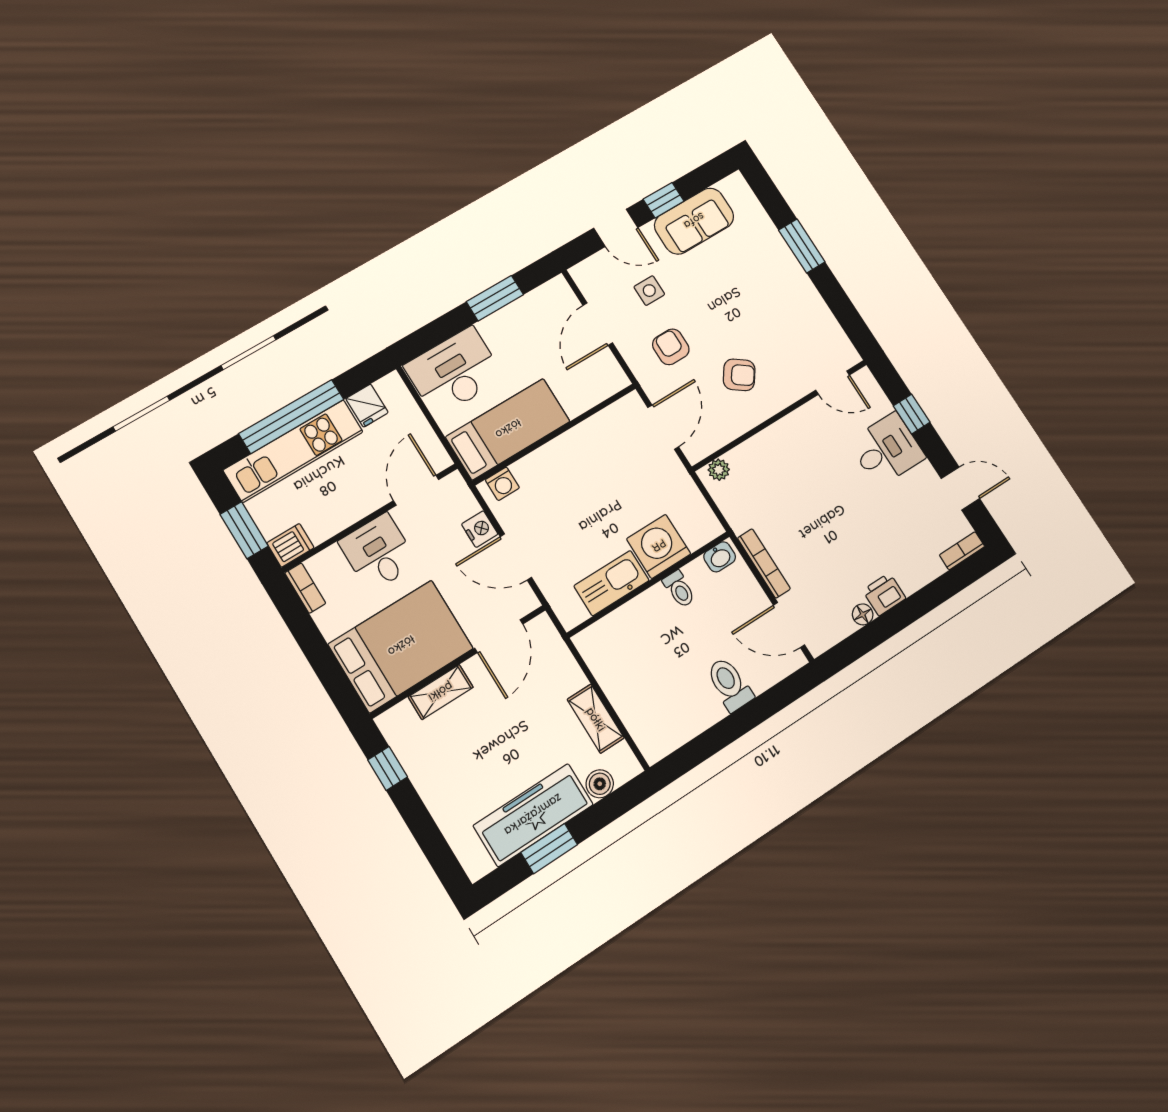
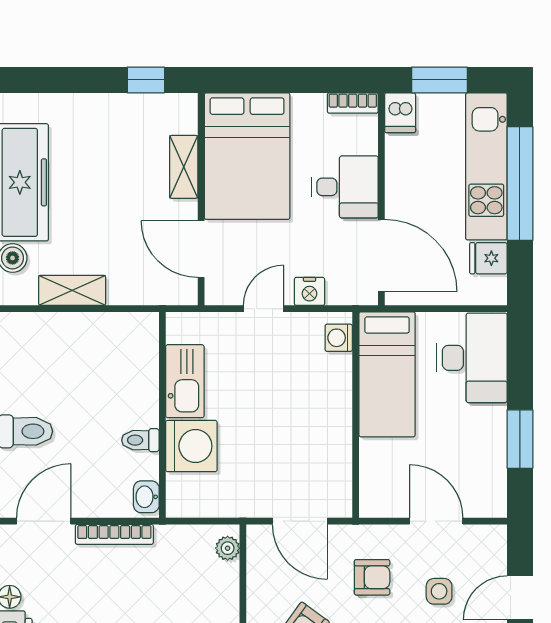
door: (416, 490) -> (381, 255), width x1.36
door: (516, 557) -> (263, 309), width x0.73

